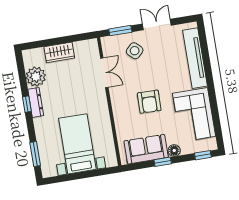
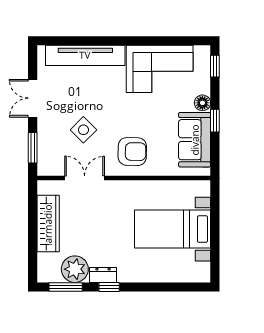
side table: (135, 51) -> (83, 130), moved
wardrobe: (59, 52) -> (48, 224), width x1.50
dresser: (36, 102) -> (103, 275), width x0.70
armchair: (149, 102) -> (132, 152), moved
window: (35, 154) -> (66, 287), moved

